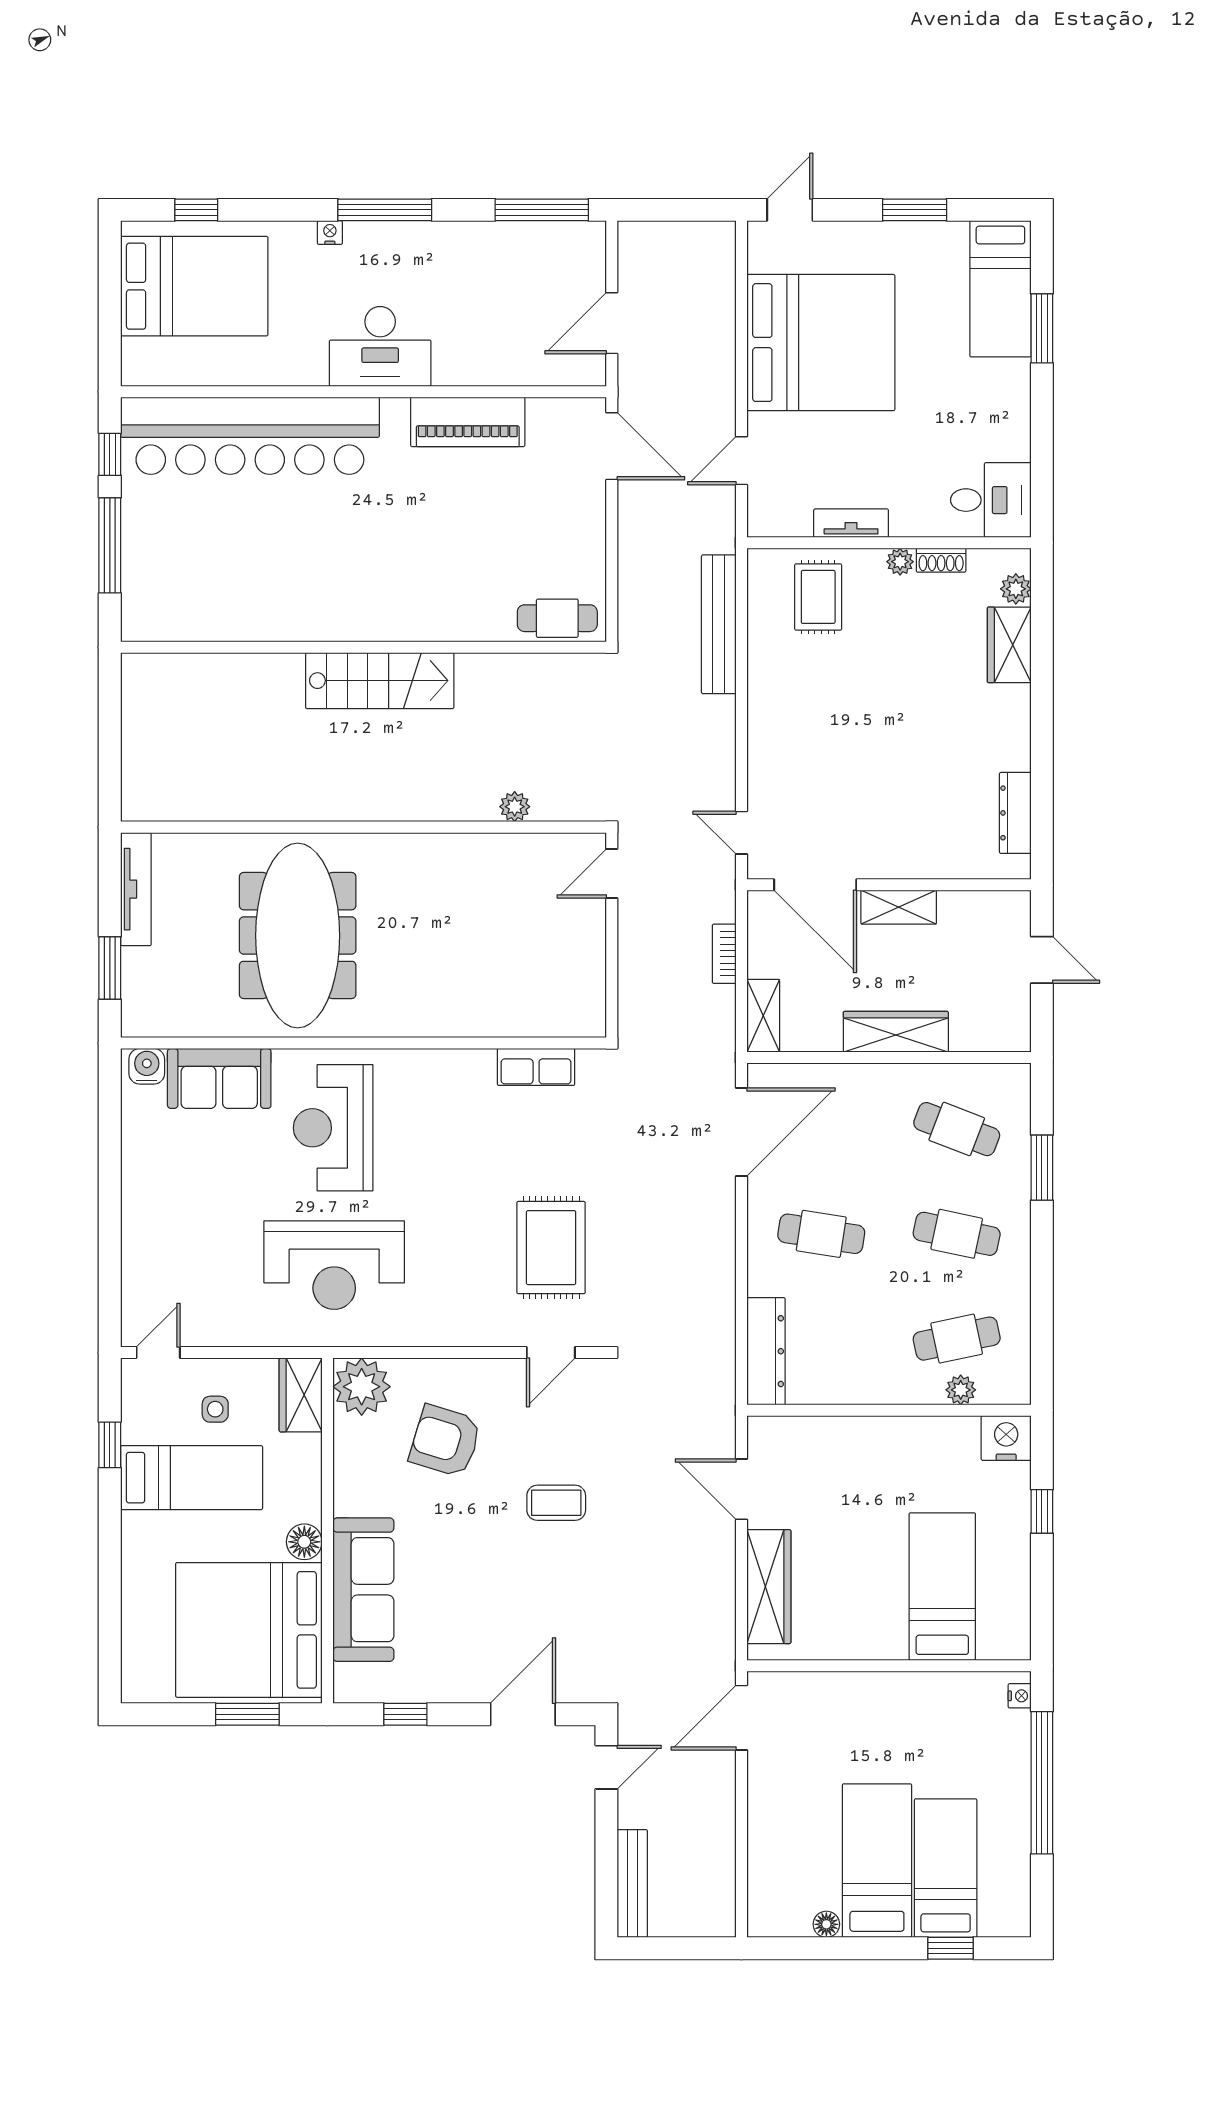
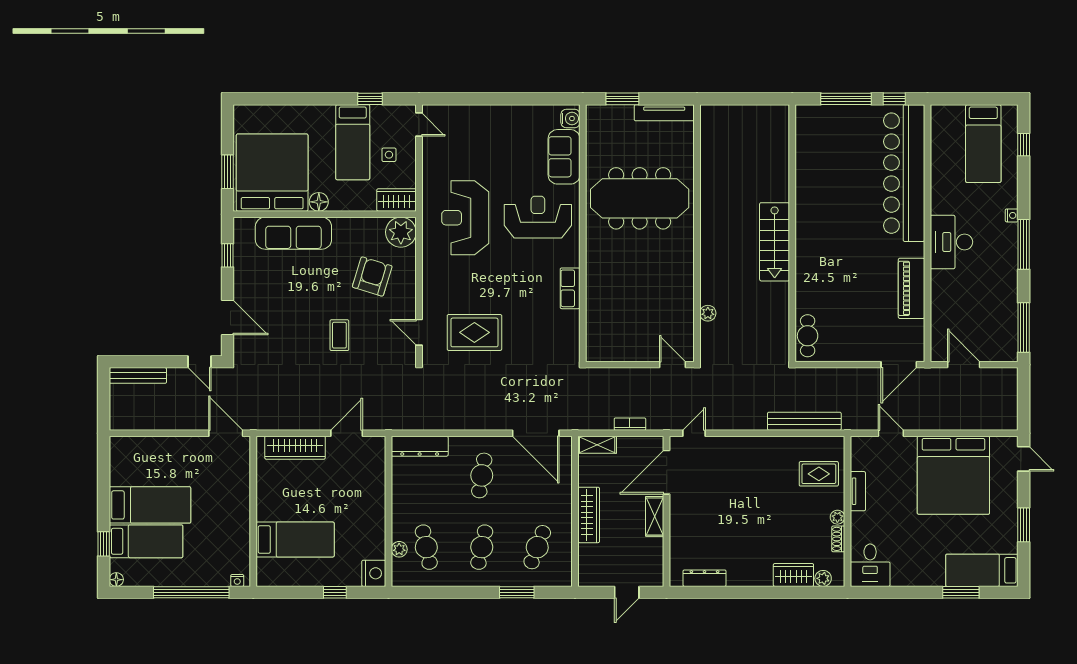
bed: (194, 286) -> (983, 144), width x0.67
row of seats: (536, 1067) -> (570, 288), moved
floor lamp: (826, 1924) -> (116, 580), moved

